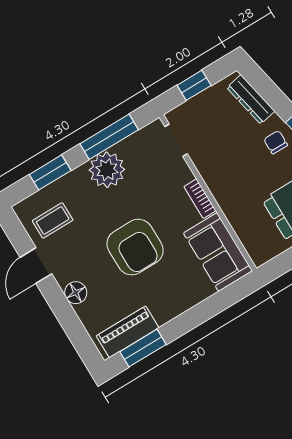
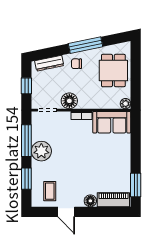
floor lamp: (211, 166) -> (69, 101), added
armchair: (135, 247) -> (86, 160), removed
plant: (260, 256) -> (125, 104), added
piano: (128, 332) -> (113, 200), moved, turned 90

